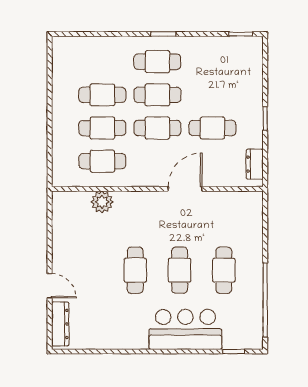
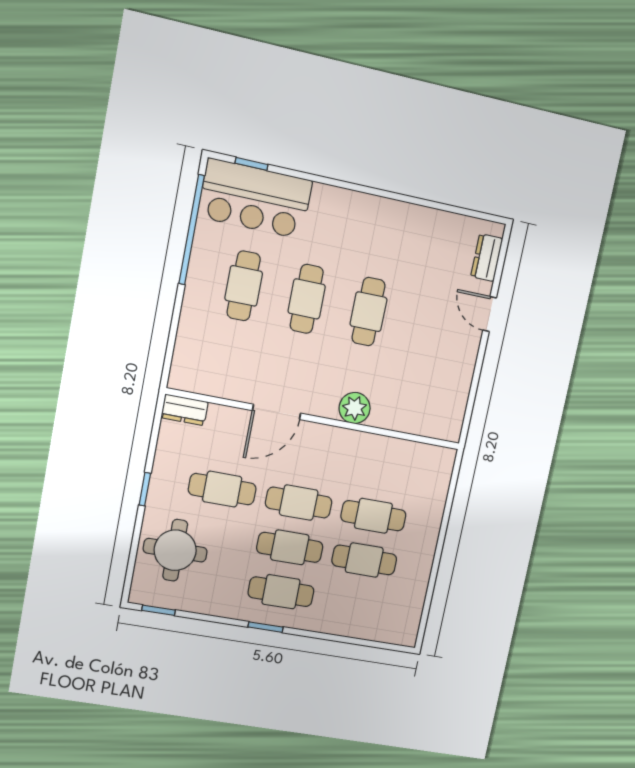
round table: (237, 79) -> (175, 550), added
cafe table: (102, 161) -> (383, 471), removed
dresser: (255, 164) -> (185, 410), moved, turned 90
plant: (102, 202) -> (355, 408), moved
dresser: (60, 324) -> (487, 258), width x0.70
bar counter: (185, 329) -> (255, 199), moved

